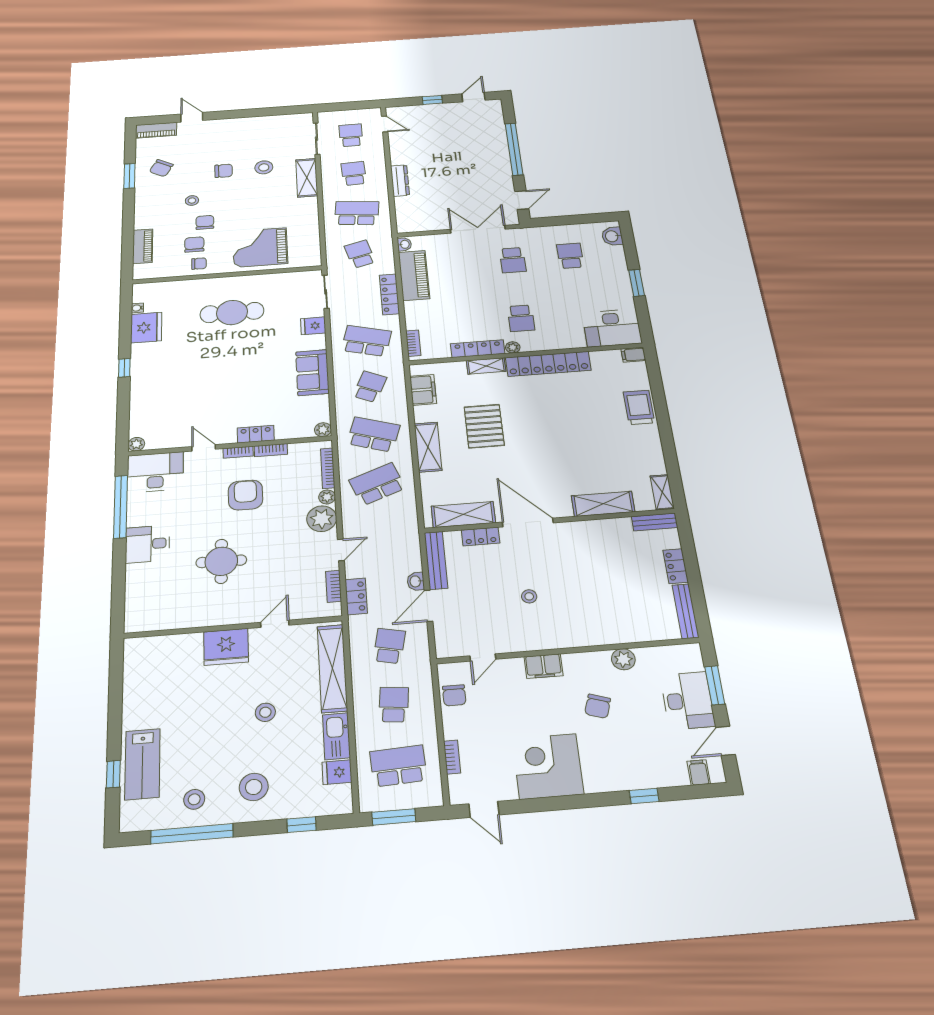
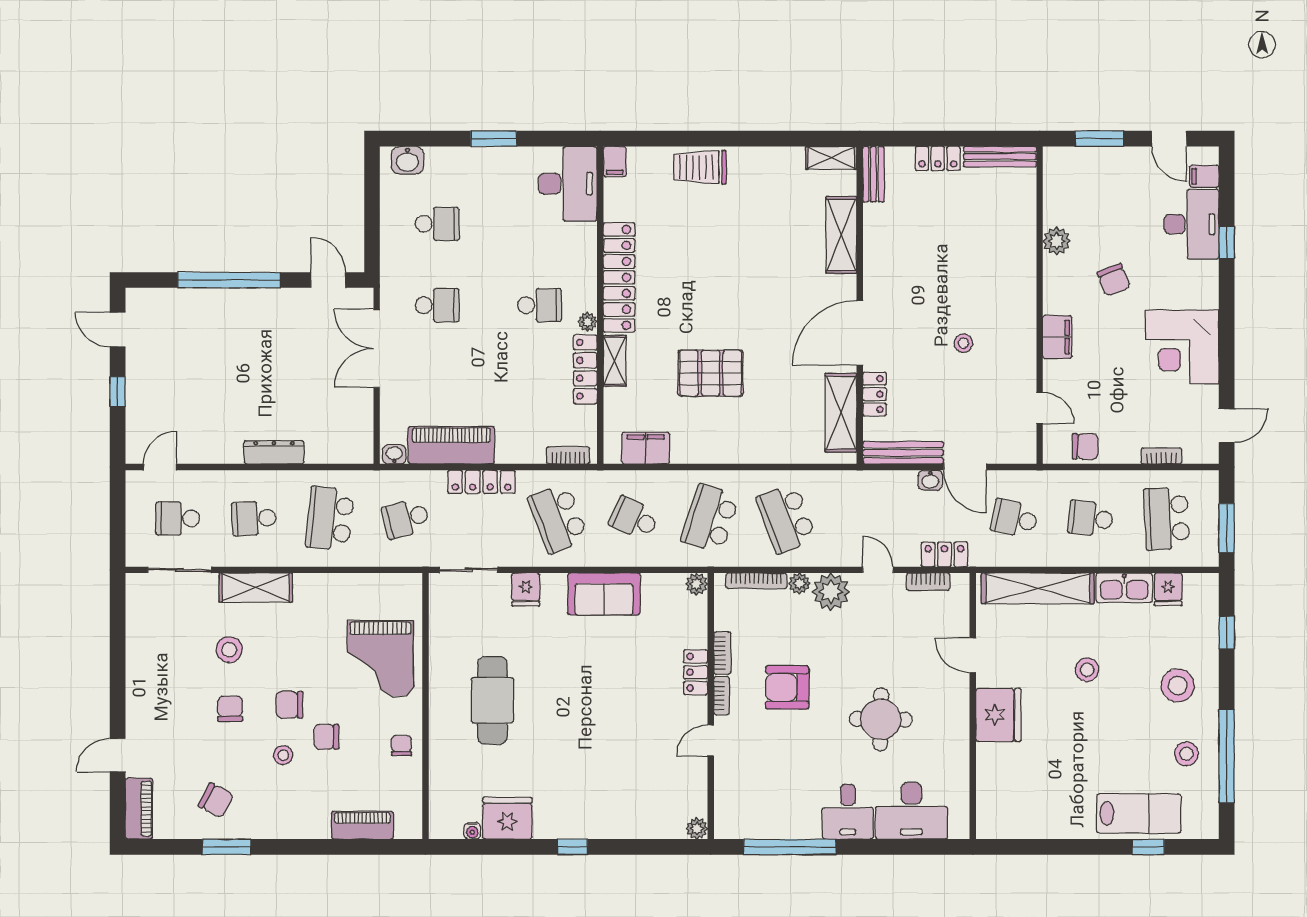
chair: (194, 244) -> (289, 705), moved
school desk: (570, 256) -> (437, 224), turned 180
school desk: (366, 341) -> (558, 518), turned -36
shelving: (428, 447) -> (736, 449), removed
desk: (155, 472) -> (911, 811), moved, turned -90
desk: (688, 701) -> (1192, 224), moved, turned 90
chair: (598, 706) -> (1114, 280), turned 50

